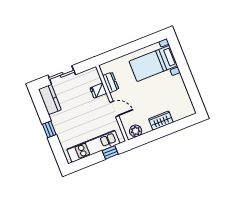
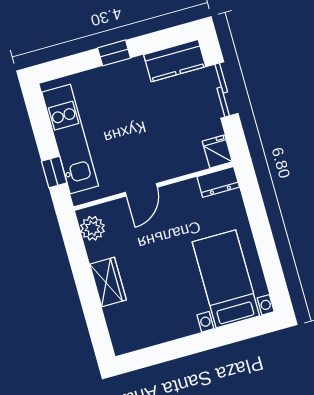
dresser: (111, 82) -> (218, 182), moved
fridge: (98, 91) -> (217, 152), moved

